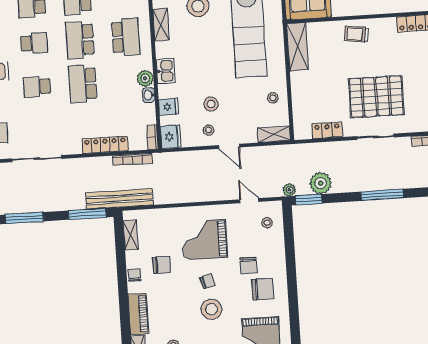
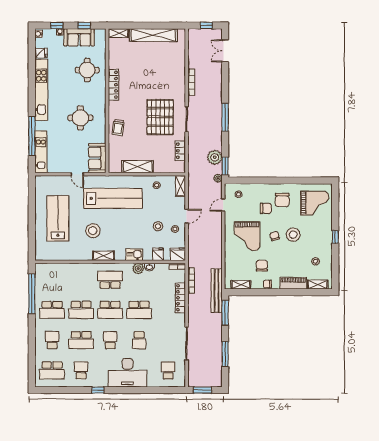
shelving: (298, 47) -> (138, 167), moved
chair: (263, 289) -> (282, 200), turned 180

